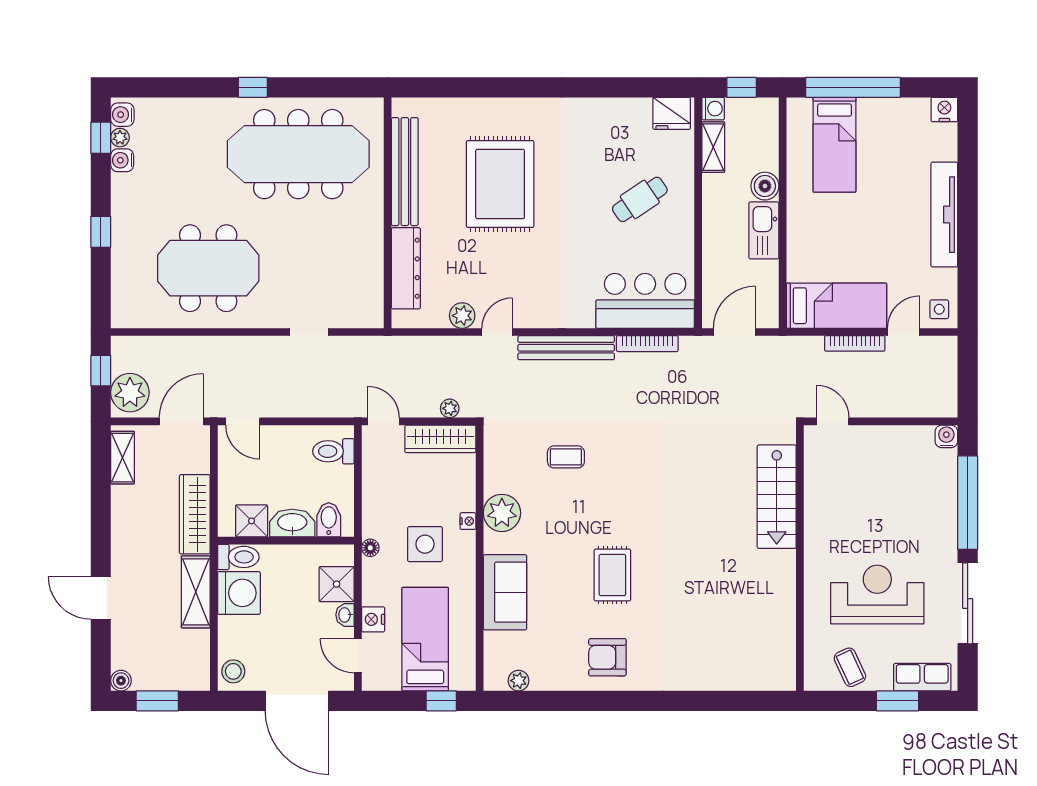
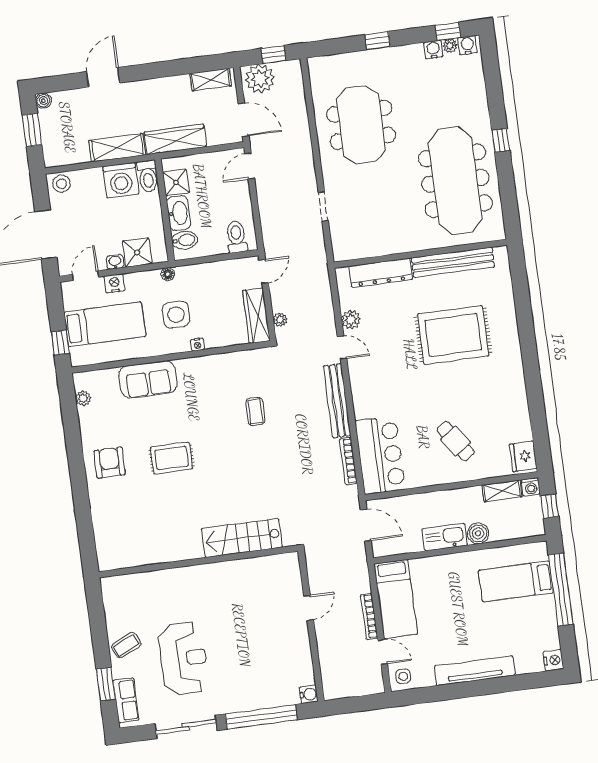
stairs: (777, 497) -> (242, 538), moved
plant: (502, 513) -> (207, 369), removed
wall: (800, 558) -> (198, 561), moved

